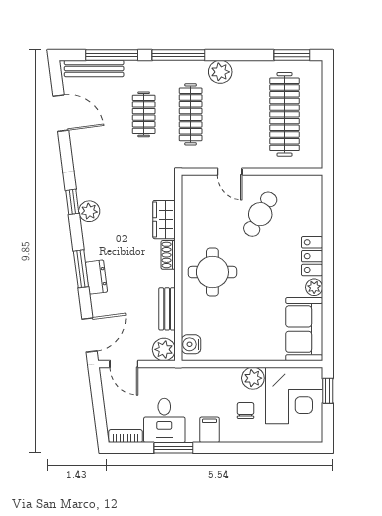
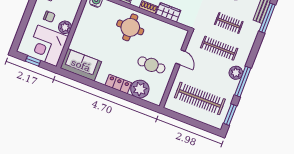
window: (178, 55) -> (243, 82), moved
door: (230, 172) -> (180, 57), swing flipped
cafe table: (260, 214) -> (151, 65), turned -30
plant: (314, 287) -> (140, 89), moved, width x1.88, depth x1.88
window: (328, 391) -> (33, 61), moved

